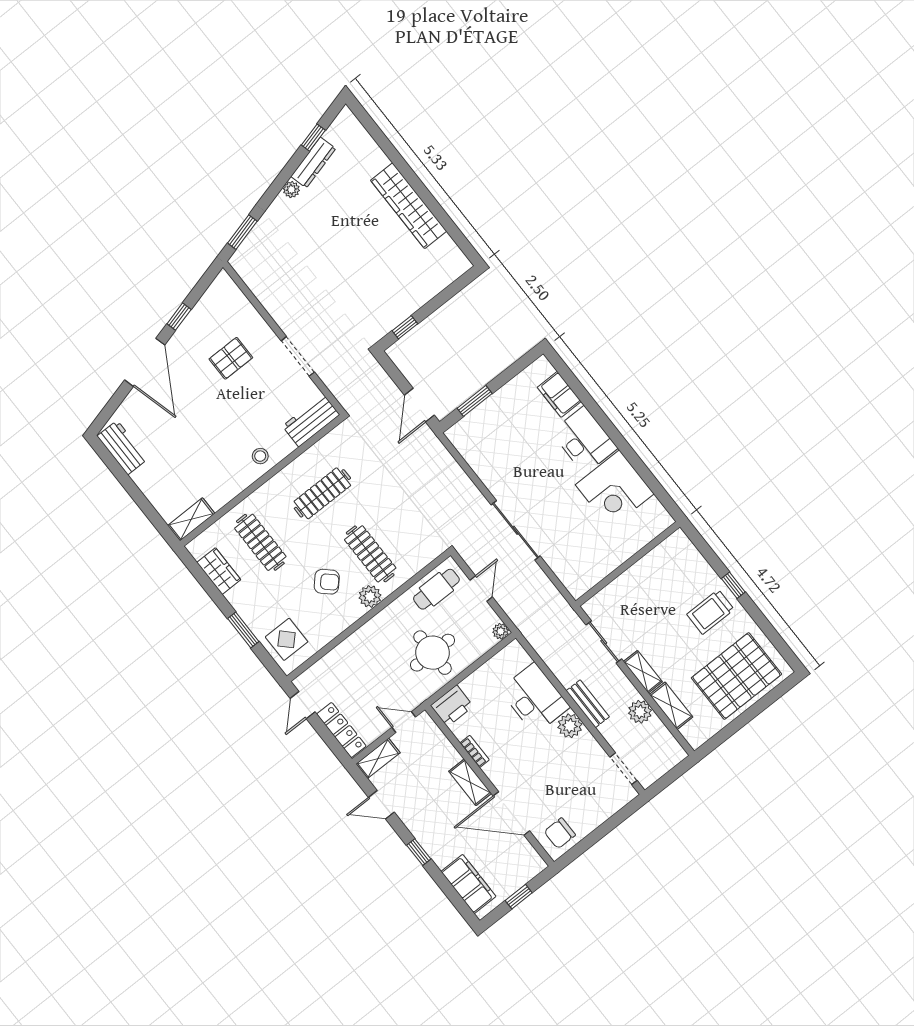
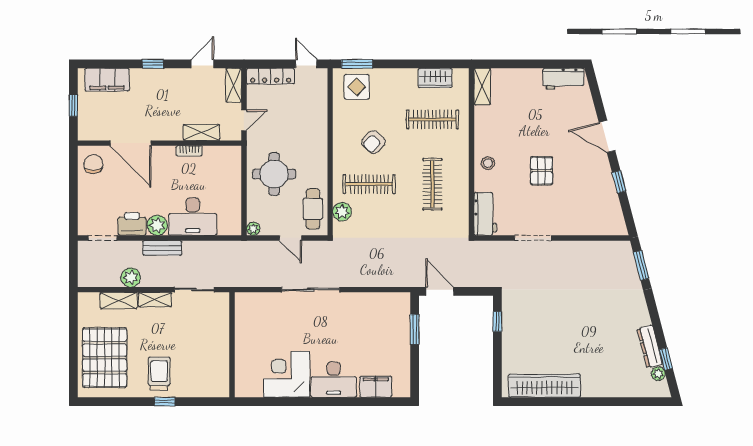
plant: (291, 190) -> (658, 374), moved
wardrobe: (409, 206) -> (545, 386), moved
pallet: (231, 358) -> (542, 171), moved
door: (145, 362) -> (607, 136), width x0.73
plant: (370, 596) -> (342, 212), moved
window: (243, 630) -> (357, 64), moved
printer: (452, 706) -> (132, 224), moved, turned 90
shelving: (470, 782) -> (201, 132), moved
door: (511, 813) -> (131, 143), swing flipped

